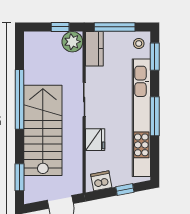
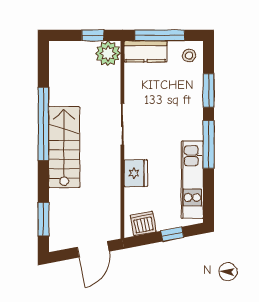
kitchen counter: (94, 49) -> (146, 51), moved, turned 90
window: (155, 57) -> (209, 90), moved
kitchen unit: (141, 118) -> (192, 180), width x0.54
stairs: (43, 130) -> (64, 147), width x0.73, depth x0.66

